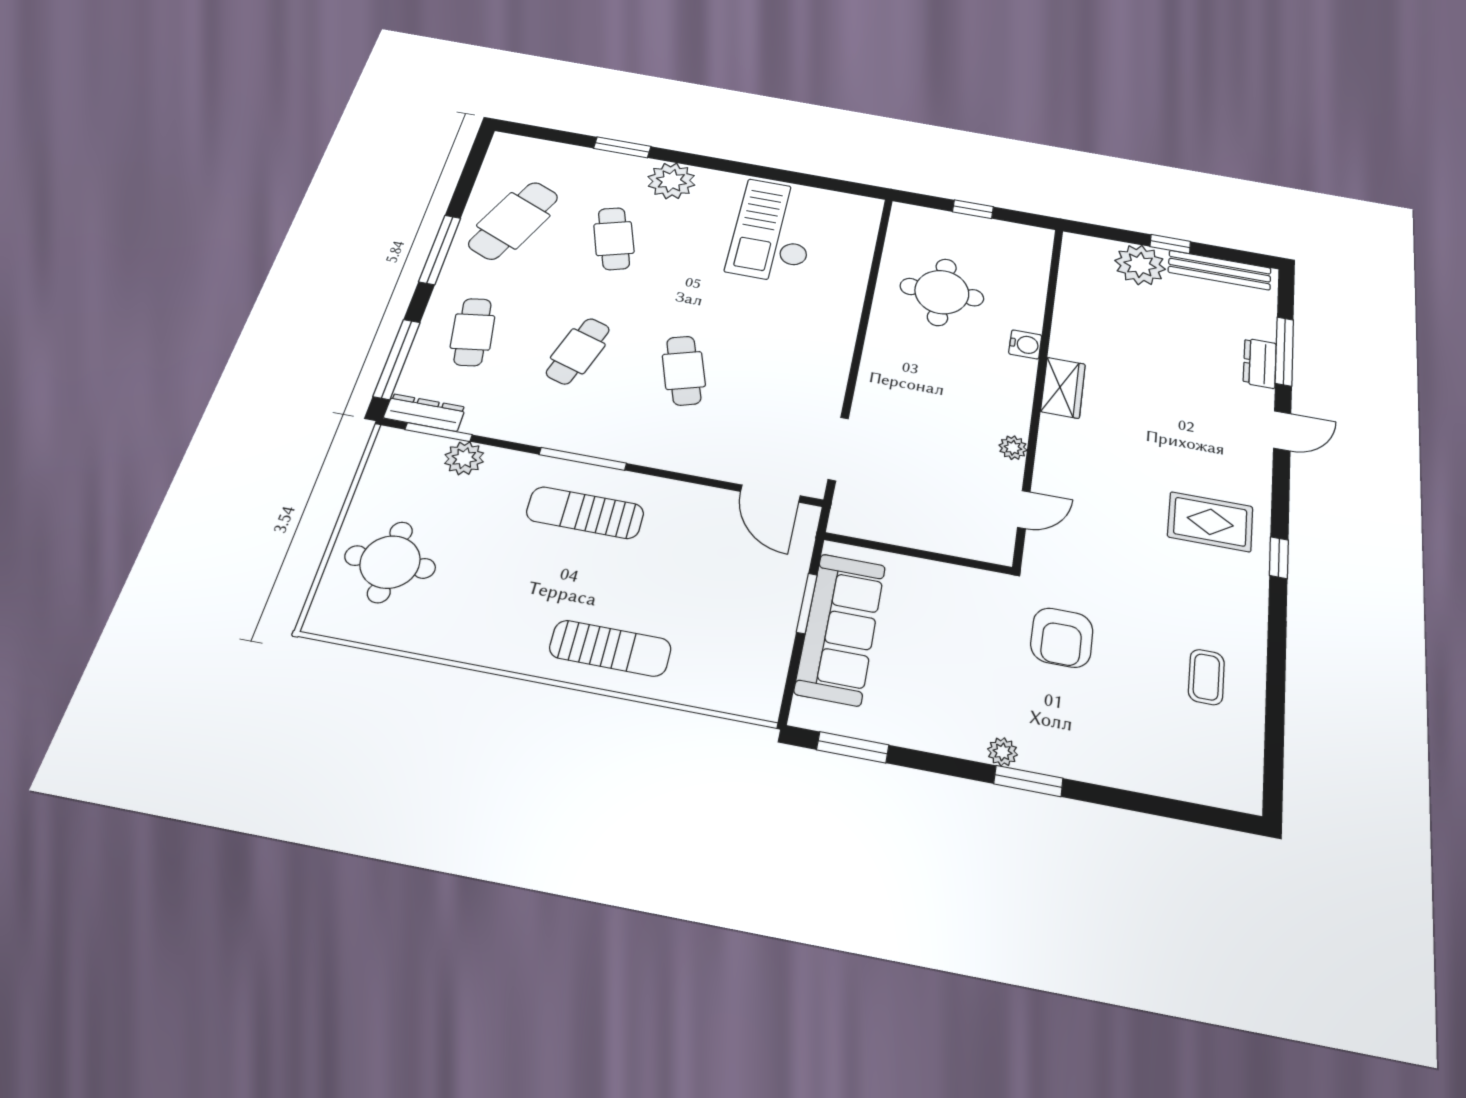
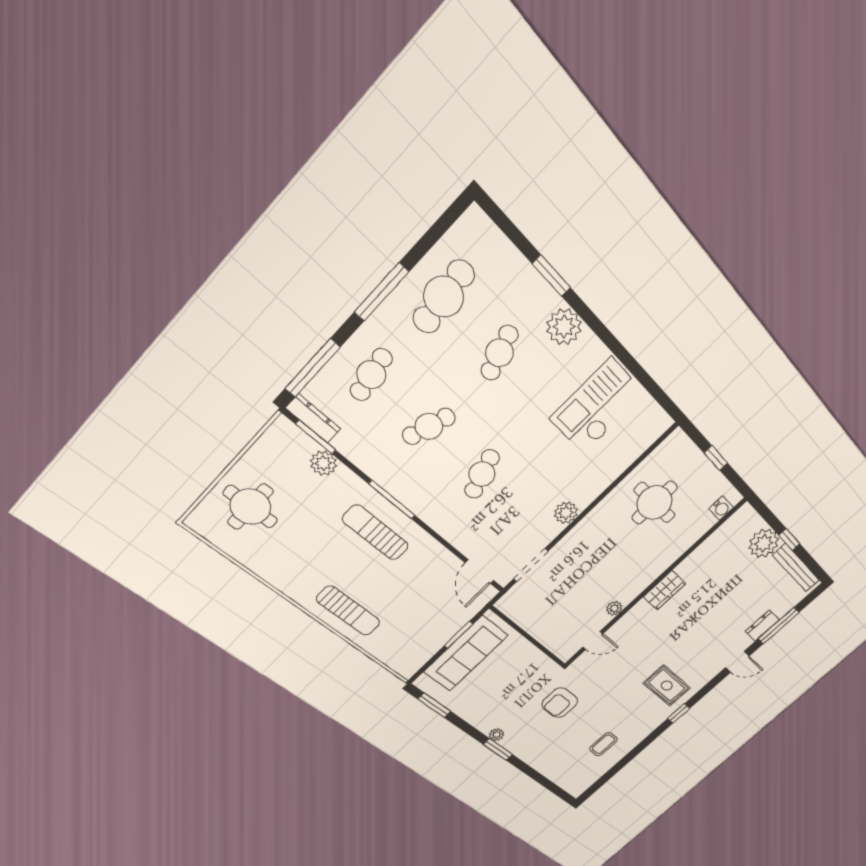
cafe table: (513, 221) -> (444, 297), turned -30
water cooler: (1025, 344) -> (721, 508), moved
plant: (833, 361) -> (566, 513), added

